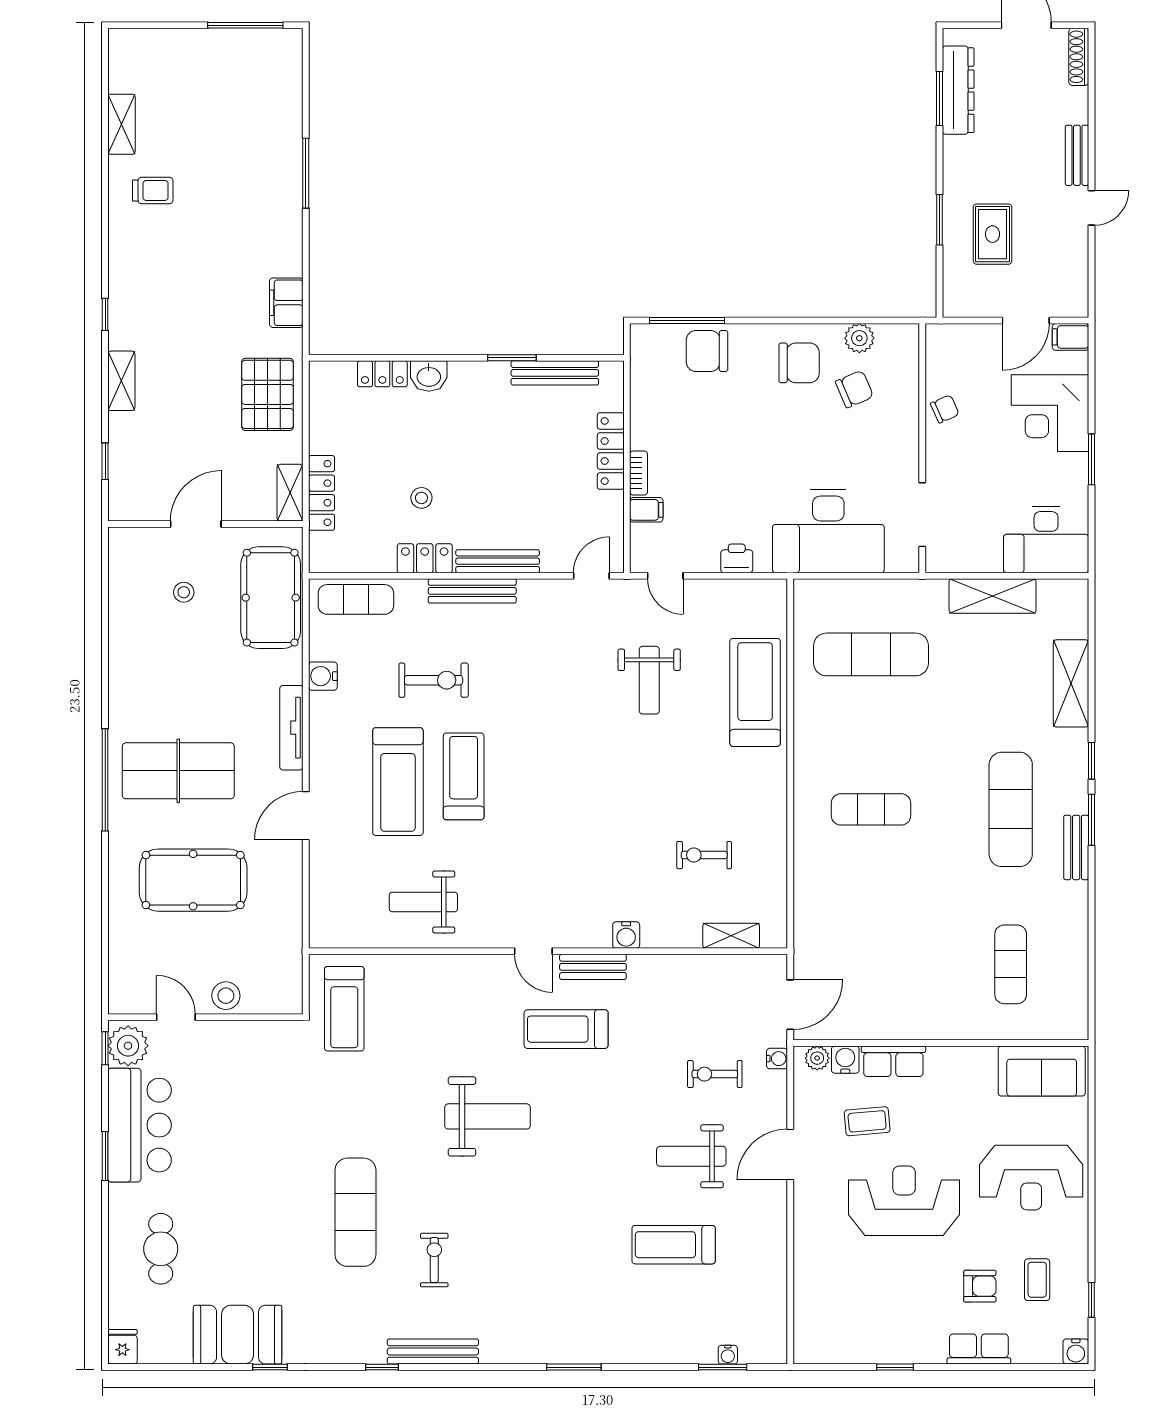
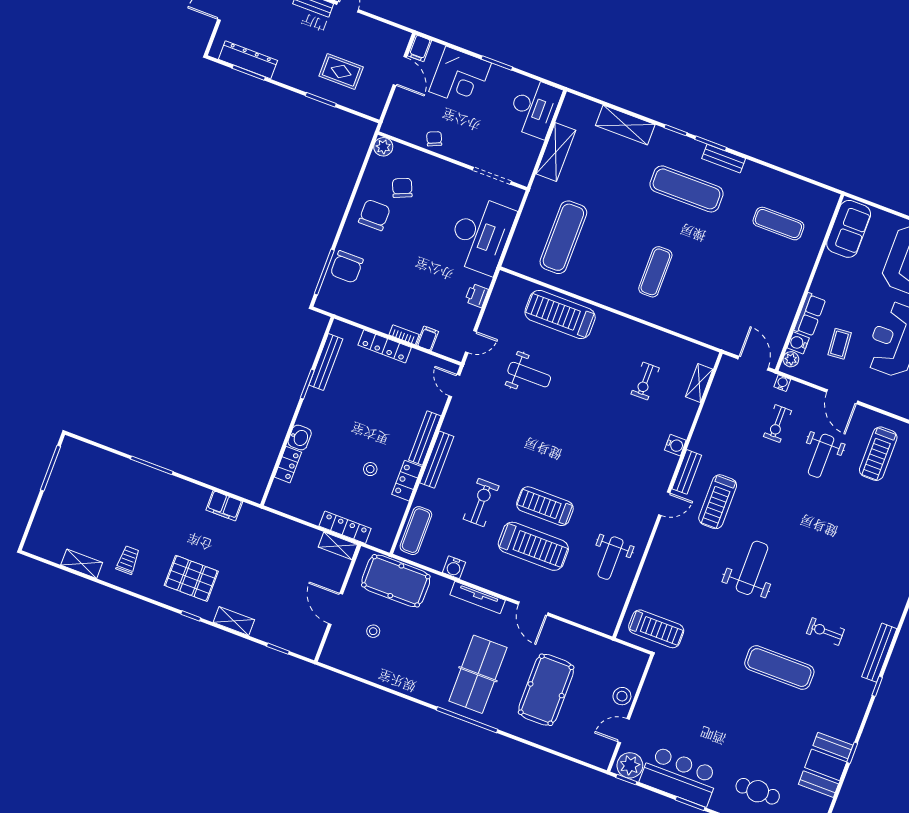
plant: (859, 338) -> (383, 147), moved
pallet: (268, 394) -> (191, 578), moved
treadmill: (674, 1245) -> (878, 454), moved

